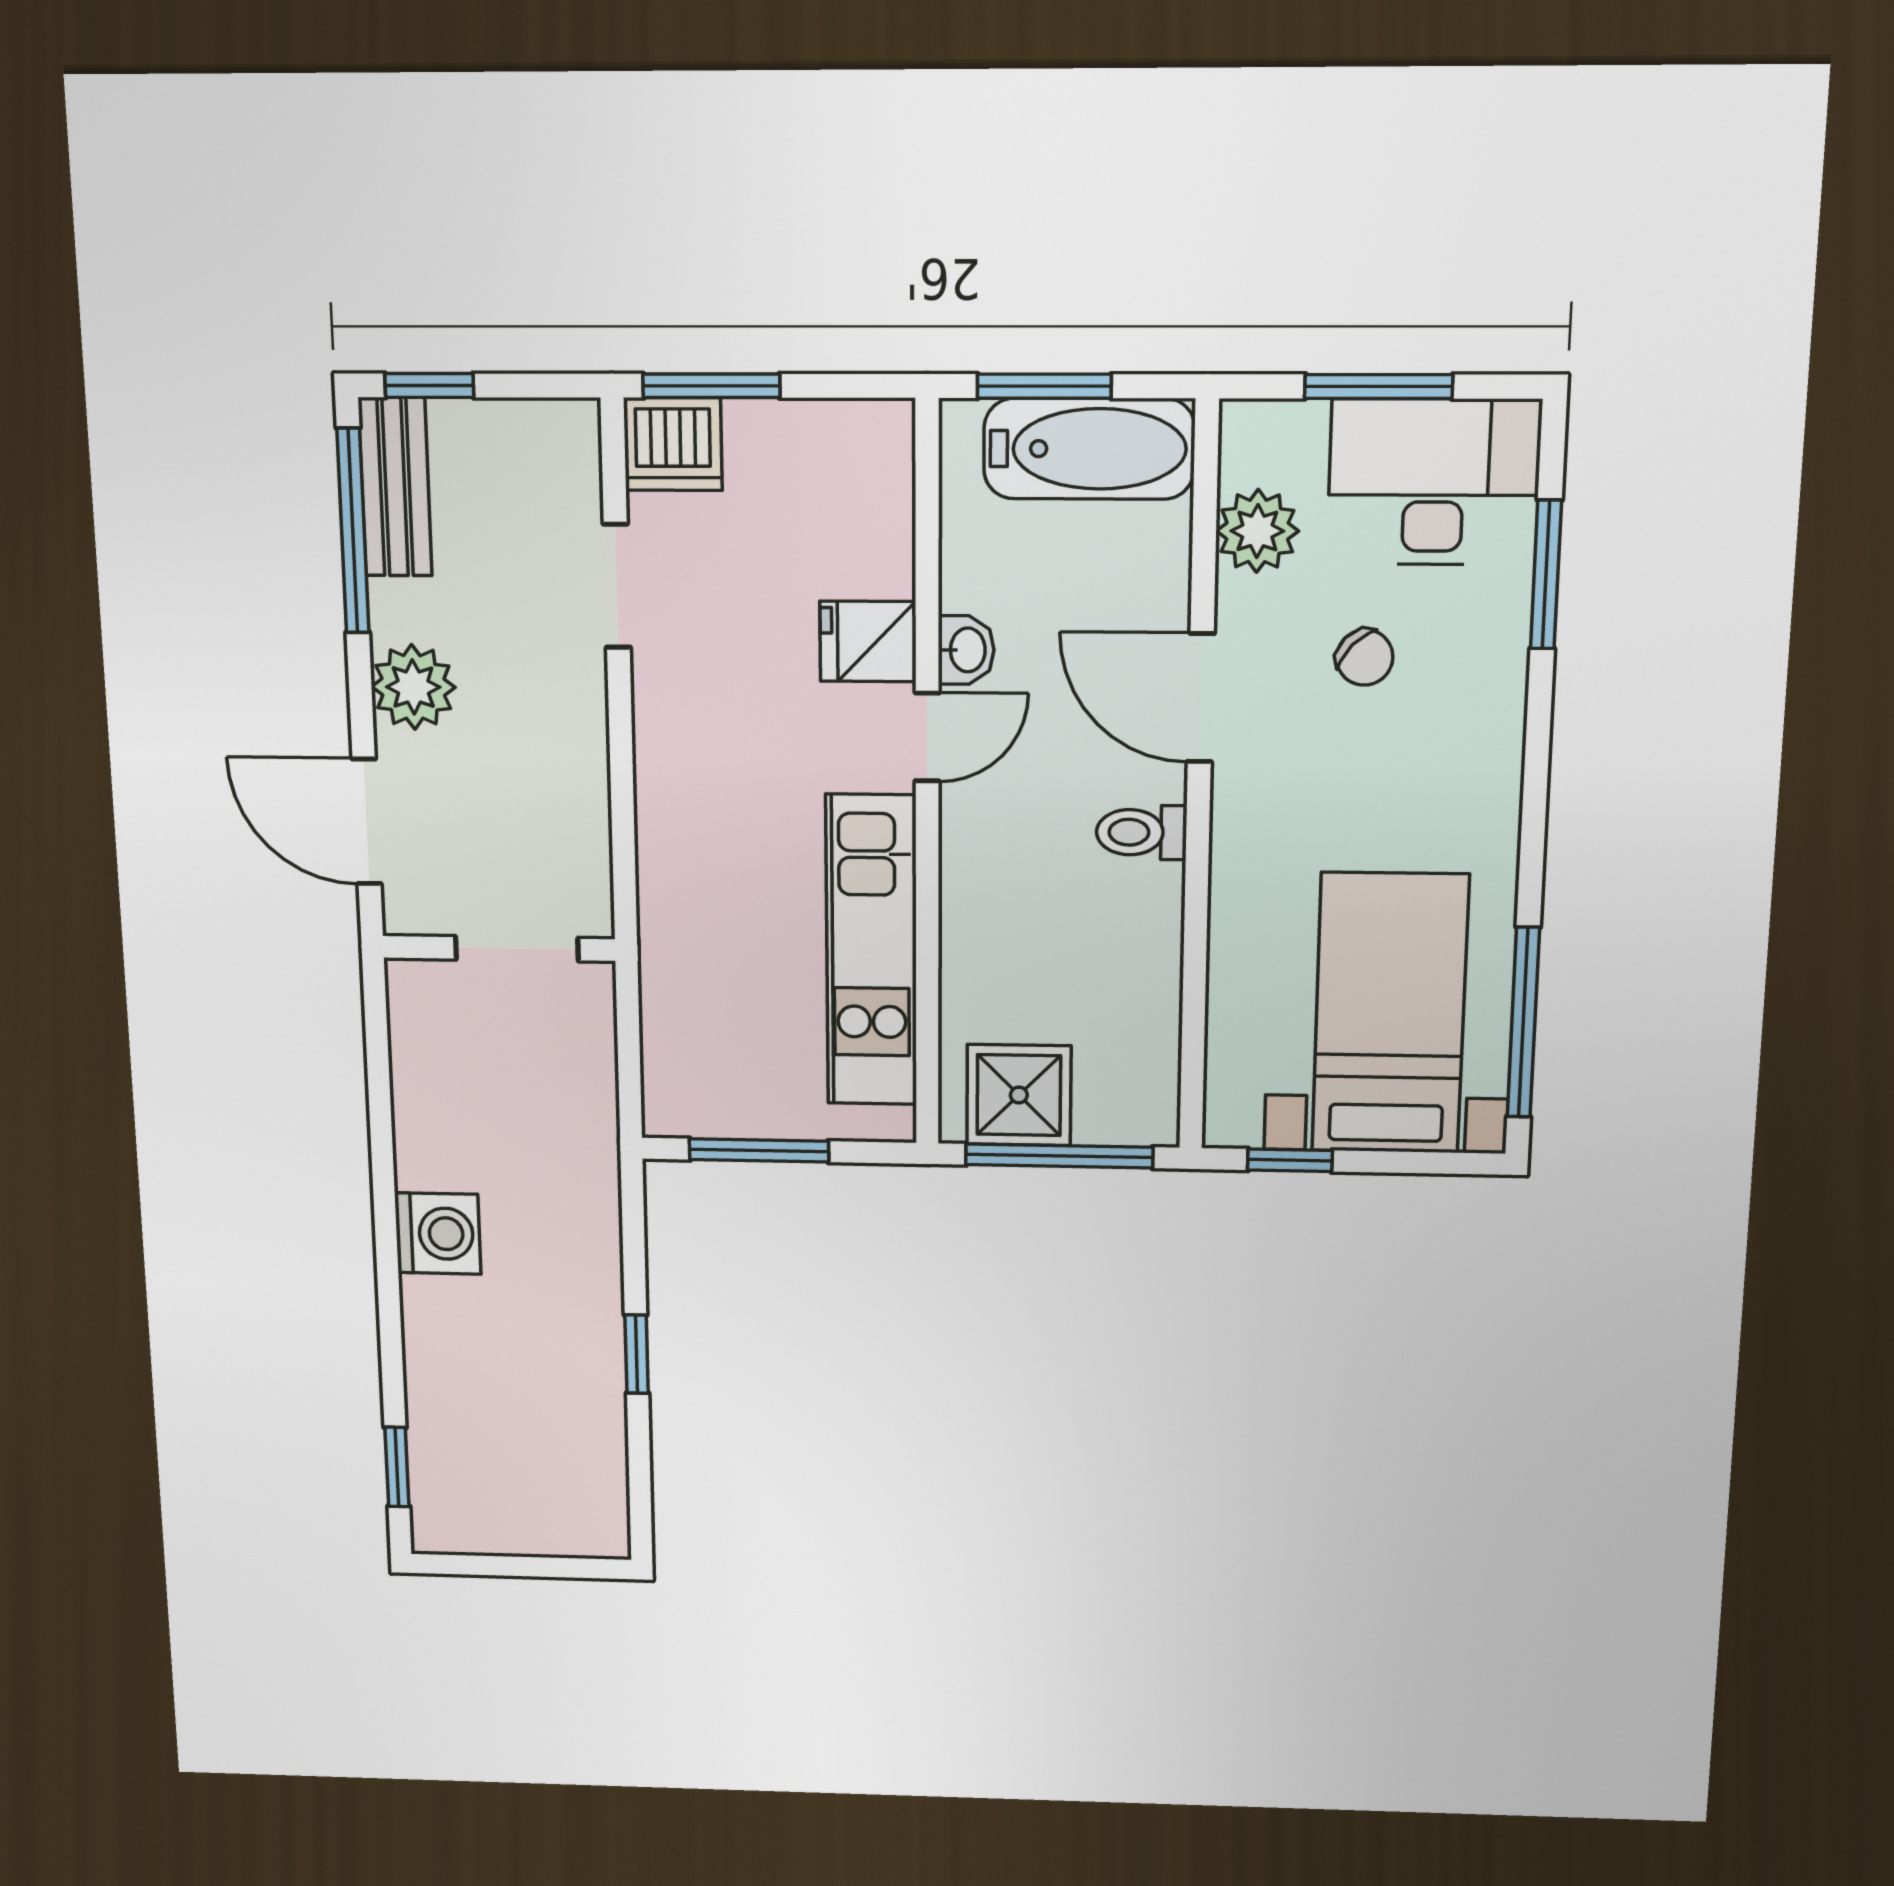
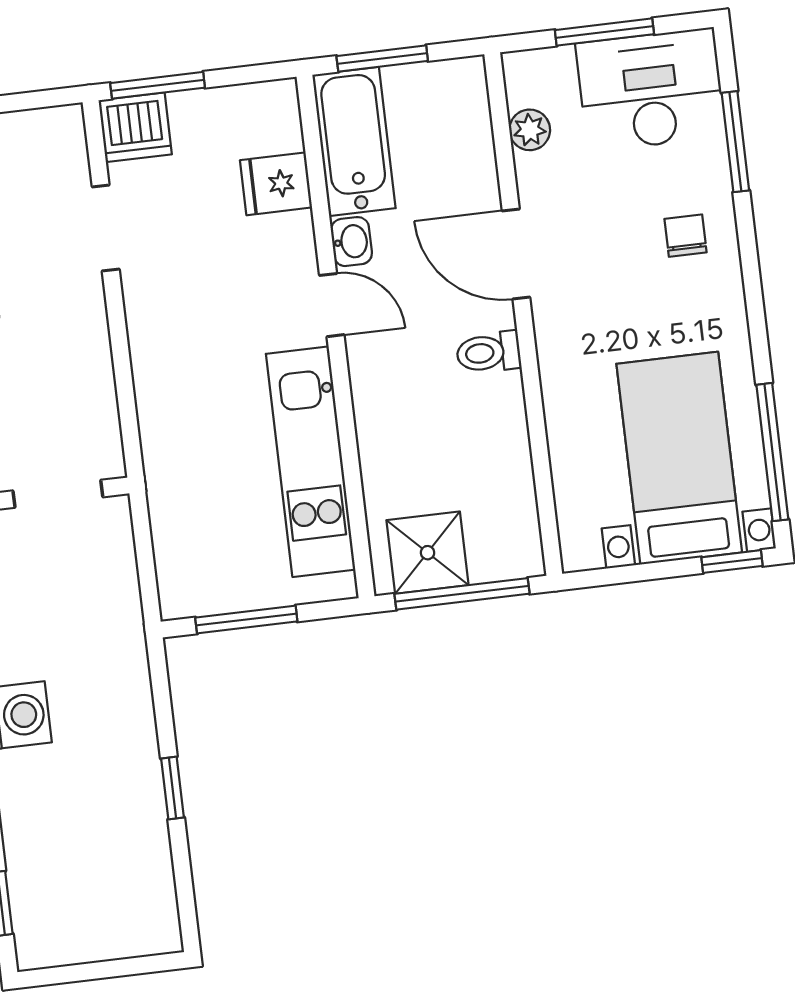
bathtub: (1089, 449) -> (354, 141), moved, turned -90
plant: (1257, 531) -> (530, 130), width x0.73, depth x0.73
fridge: (868, 641) -> (276, 184), moved
chair: (1365, 657) -> (685, 236), moved, turned -134
door: (927, 737) -> (332, 305), hinge flipped
window: (1290, 1160) -> (732, 562), moved

